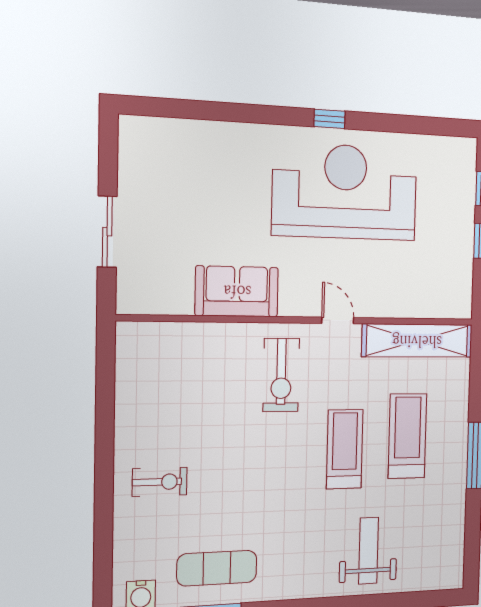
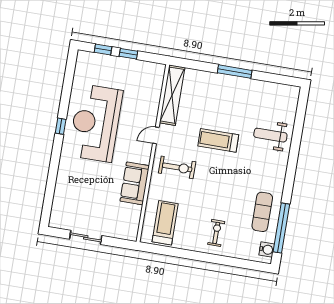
sliding door: (107, 232) -> (86, 237), moved
treadmill: (407, 436) -> (165, 223), moved, turned 90

